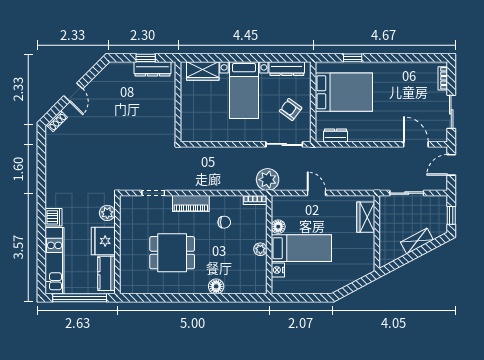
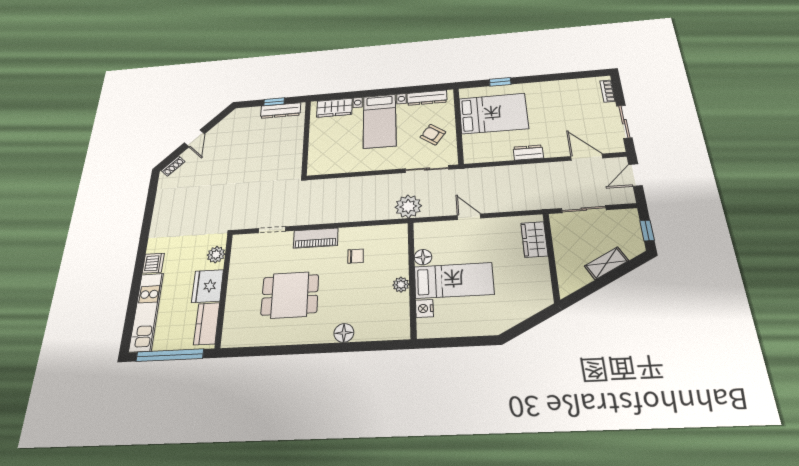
dresser: (335, 135) -> (528, 153), moved
bookcase: (255, 200) -> (393, 229), removed

